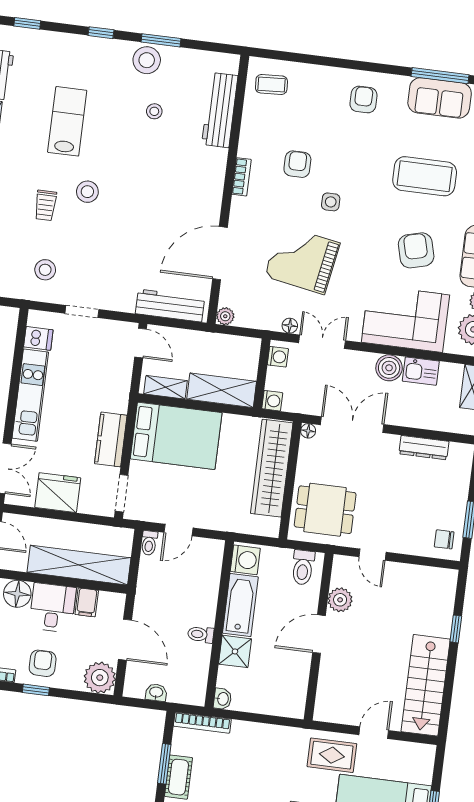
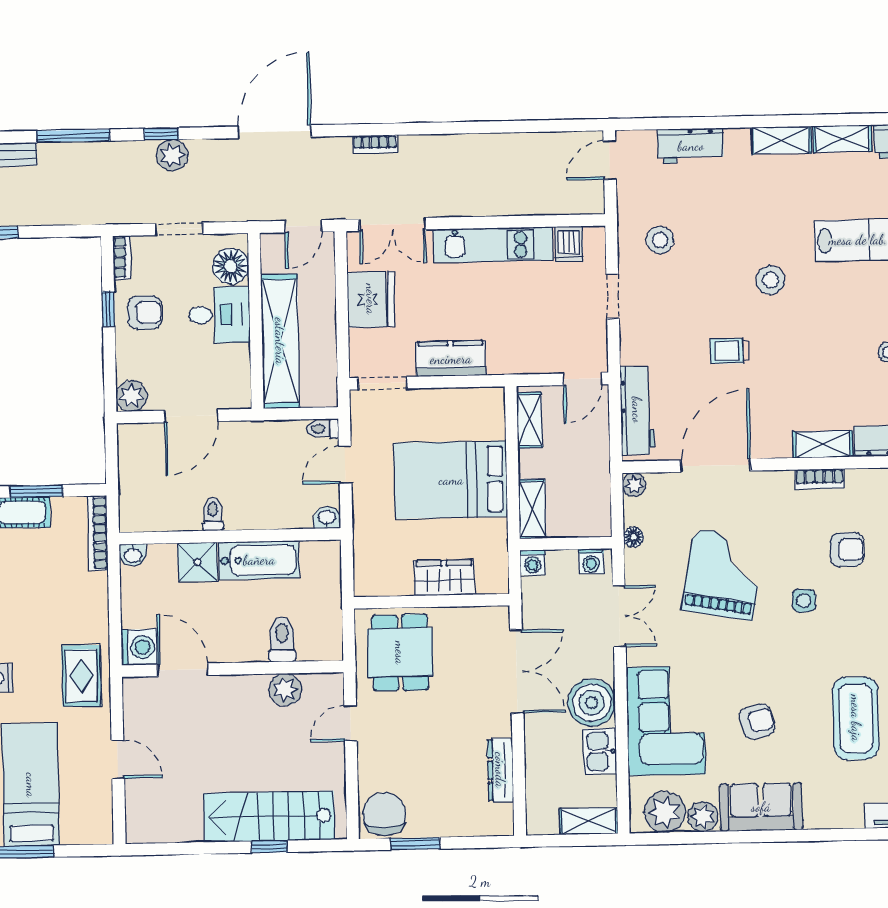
shelving: (216, 170) -> (823, 444), added
trolley: (46, 205) -> (729, 351), moved
armchair: (416, 250) -> (757, 722), width x0.72, depth x0.72
door: (220, 253) -> (716, 465), hinge flipped
floor lamp: (290, 326) -> (633, 537), moved
boiler: (389, 368) -> (592, 703), width x1.37, depth x1.37
shelving: (222, 390) -> (532, 509), width x0.67, depth x0.75
floor lamp: (308, 431) -> (500, 615), removed
bed: (176, 436) -> (451, 480), moved, turned 90
wardrobe: (272, 468) -> (444, 578), width x0.48, depth x0.85
door: (178, 530) -> (345, 465), hinge flipped
chair: (444, 539) -> (384, 814), width x1.87, depth x1.87
washing machine: (245, 560) -> (139, 647), moved, turned -90
toilet: (303, 567) -> (282, 639), moved, turned 90
filing cabinet: (87, 602) -> (233, 359), removed
door: (319, 634) -> (183, 670), moved
plant: (100, 678) -> (131, 396), width x0.73, depth x0.73
stairs: (426, 685) -> (269, 816), moved
washbasin: (156, 693) -> (327, 518), moved, turned -90
rug: (332, 755) -> (81, 676), moved

